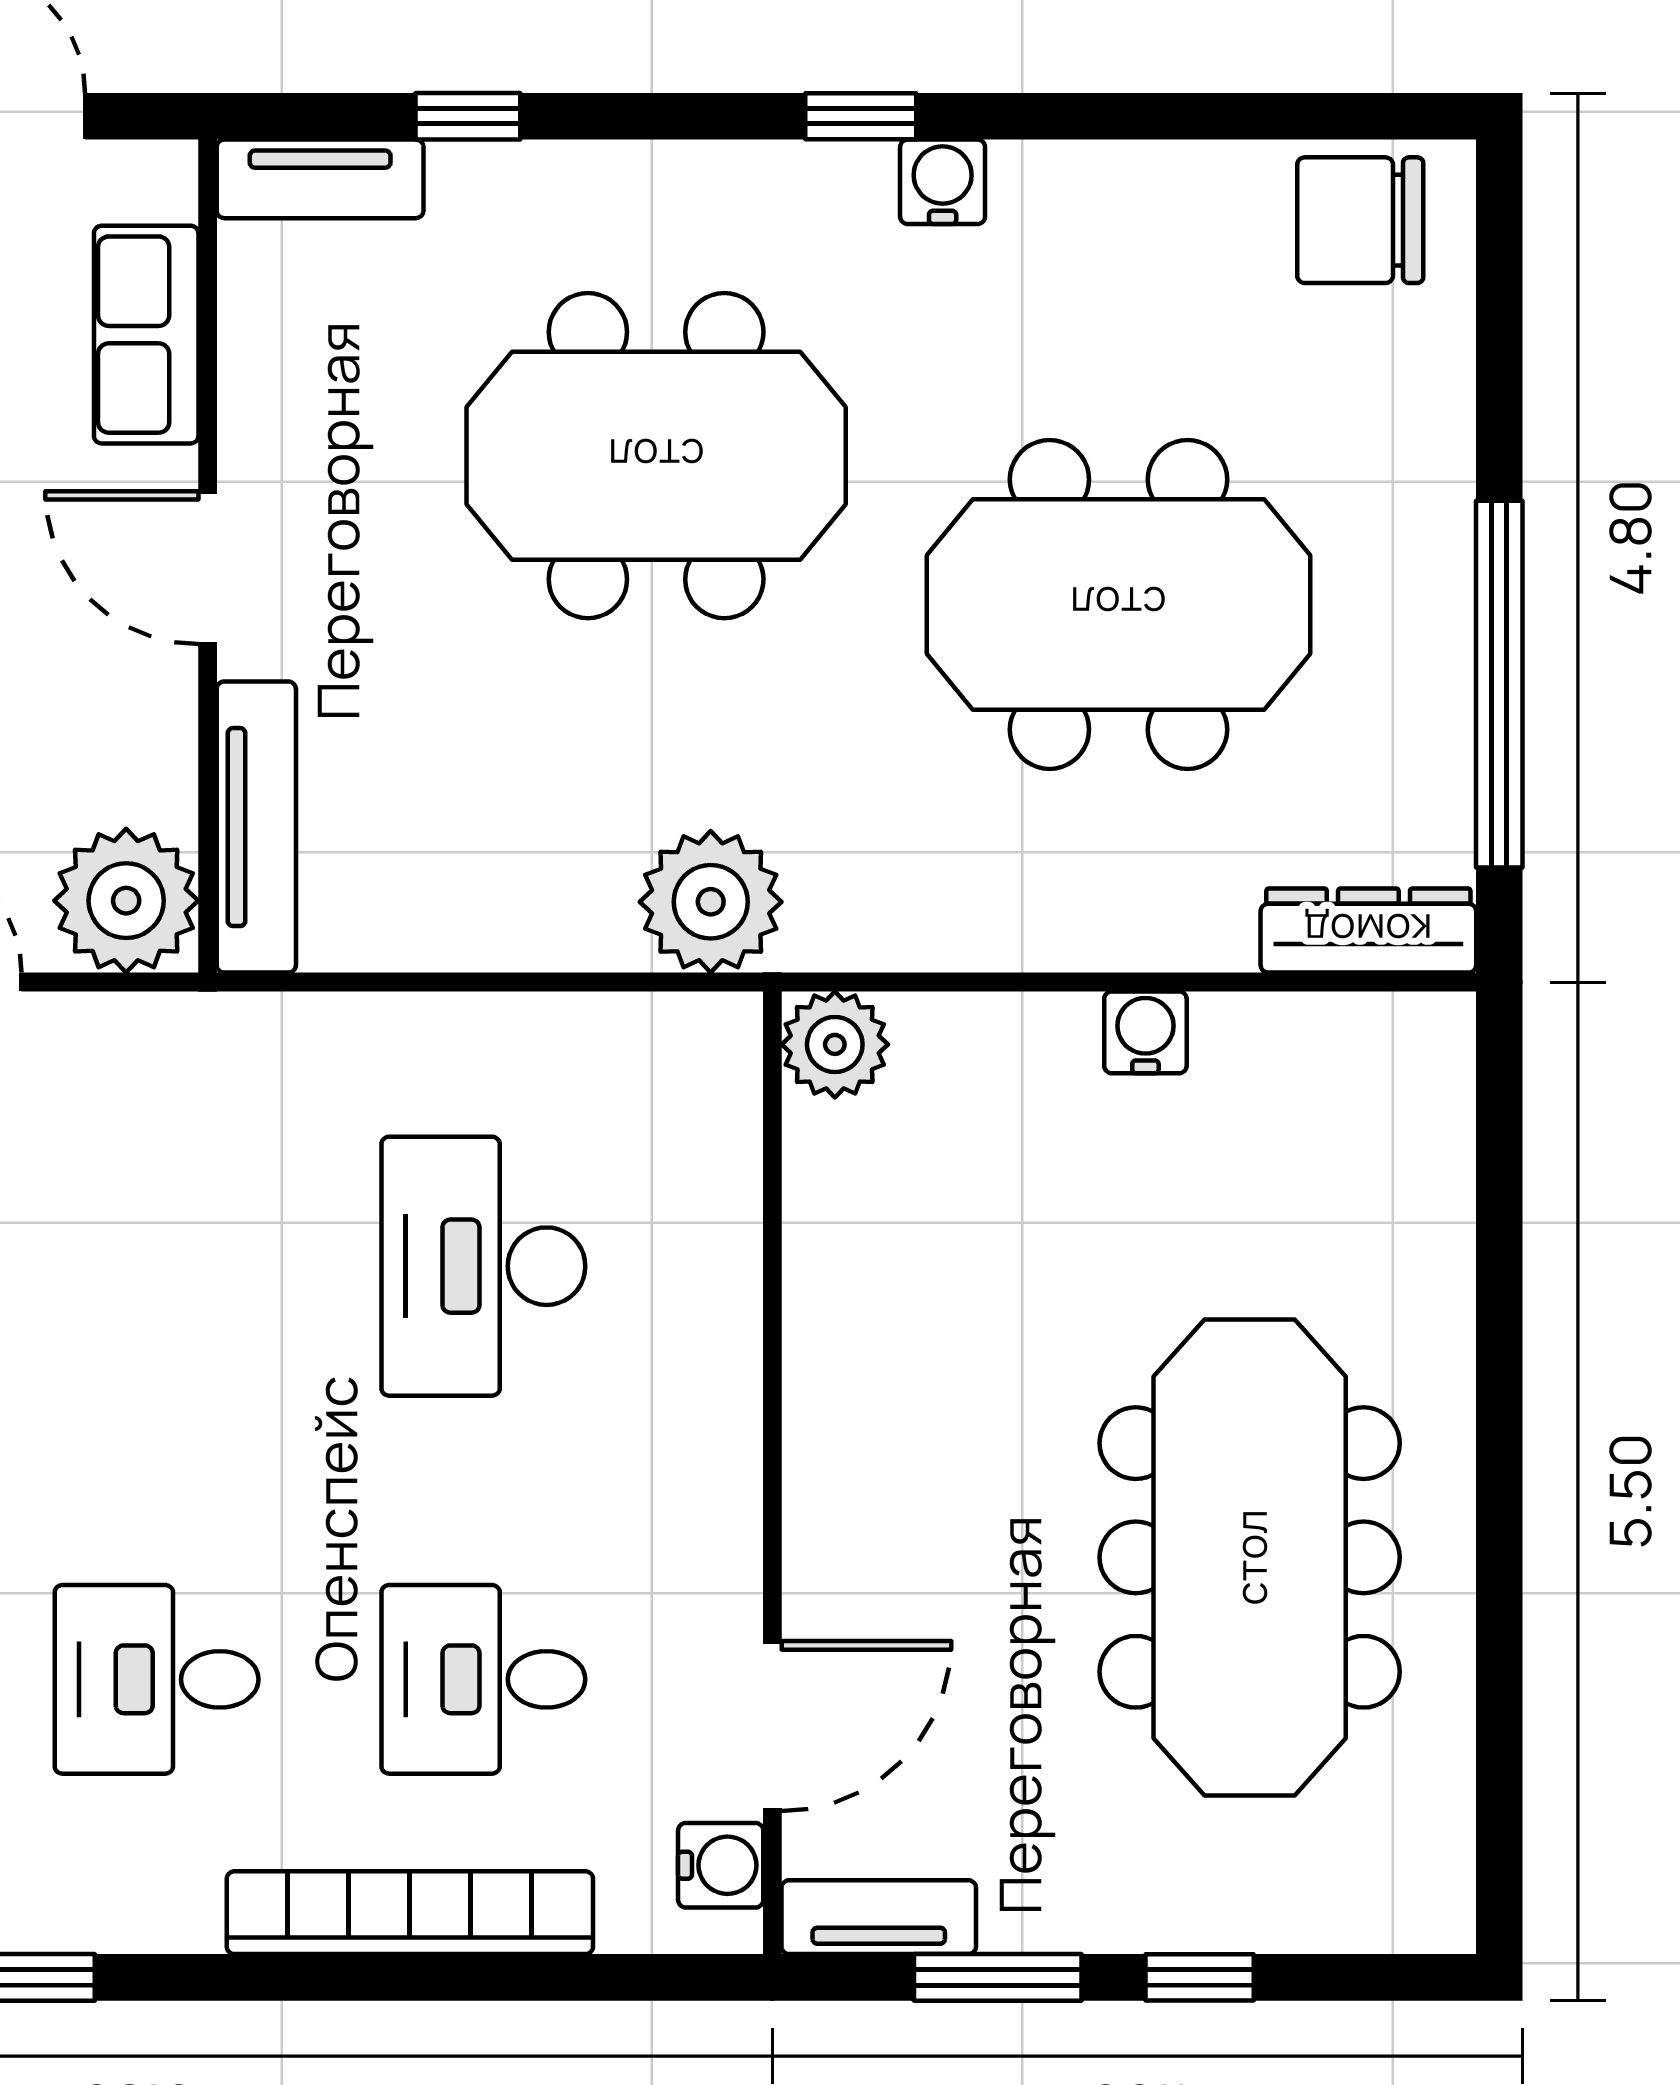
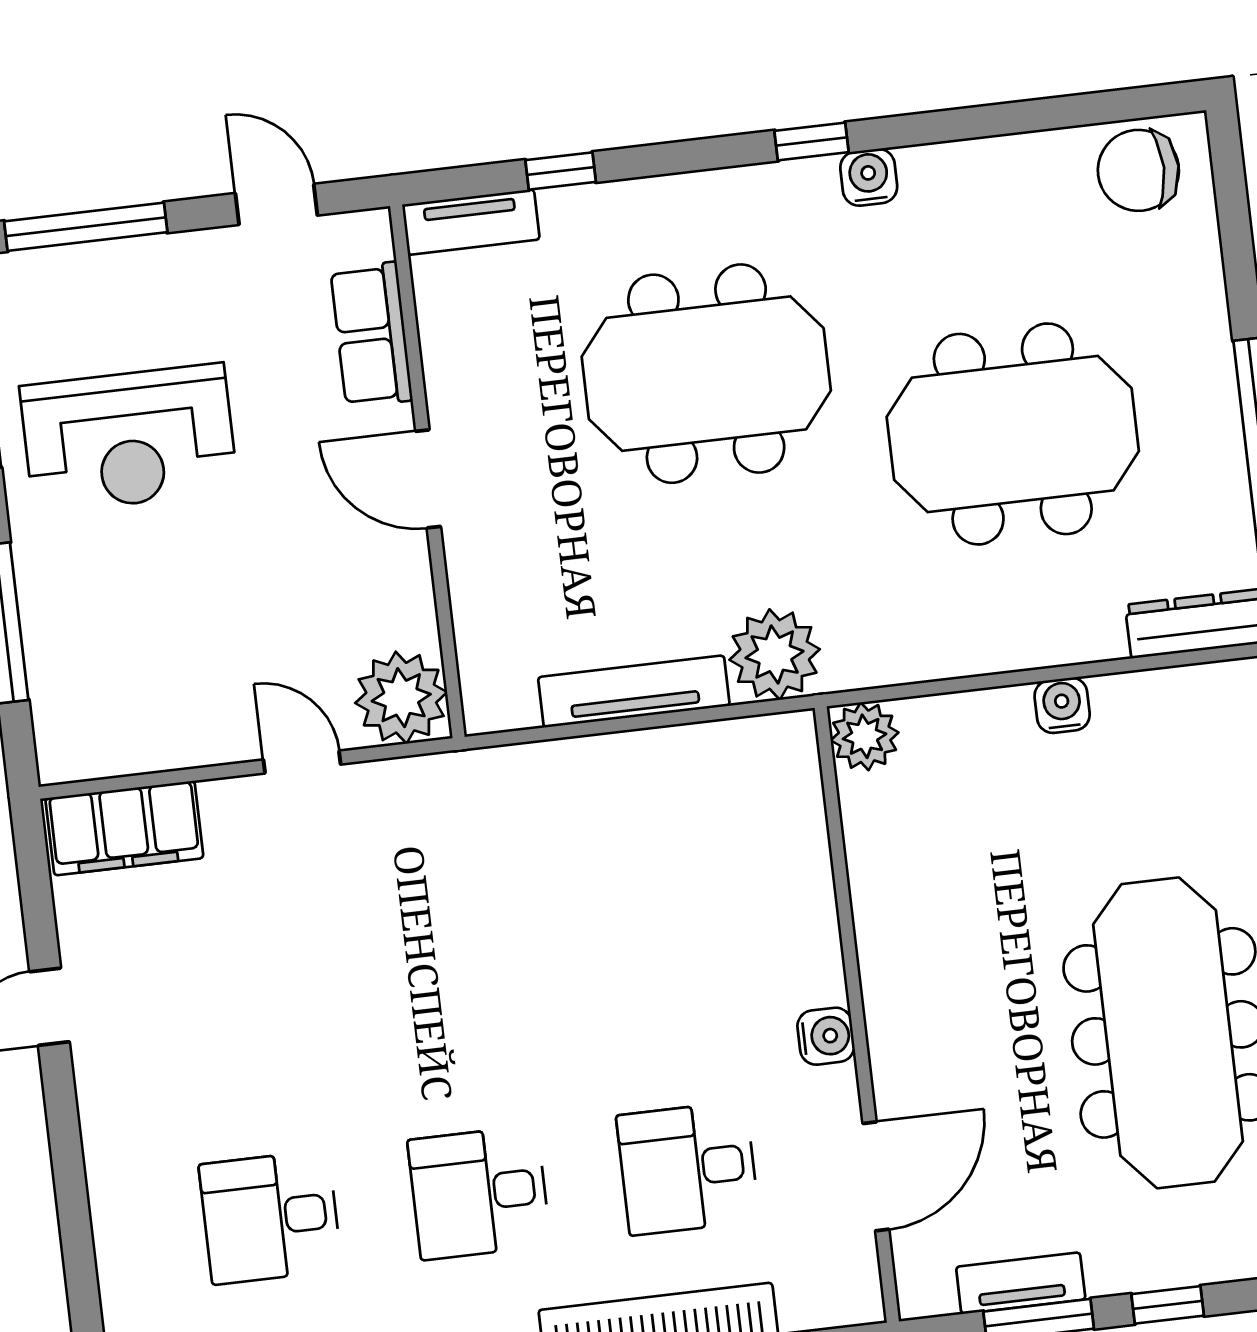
tv unit: (256, 827) -> (634, 691), moved, turned -90
desk: (483, 1266) -> (657, 904), removed
water cooler: (721, 1865) -> (826, 1036), moved
tv unit: (879, 1917) -> (1021, 1283), moved

